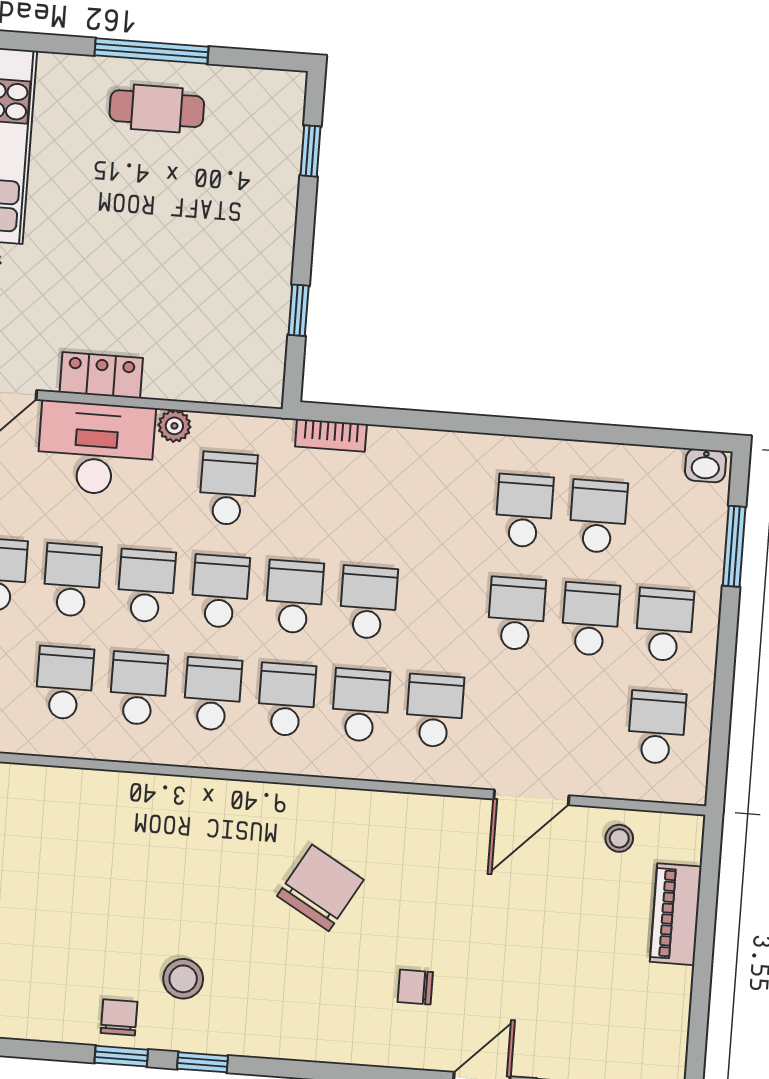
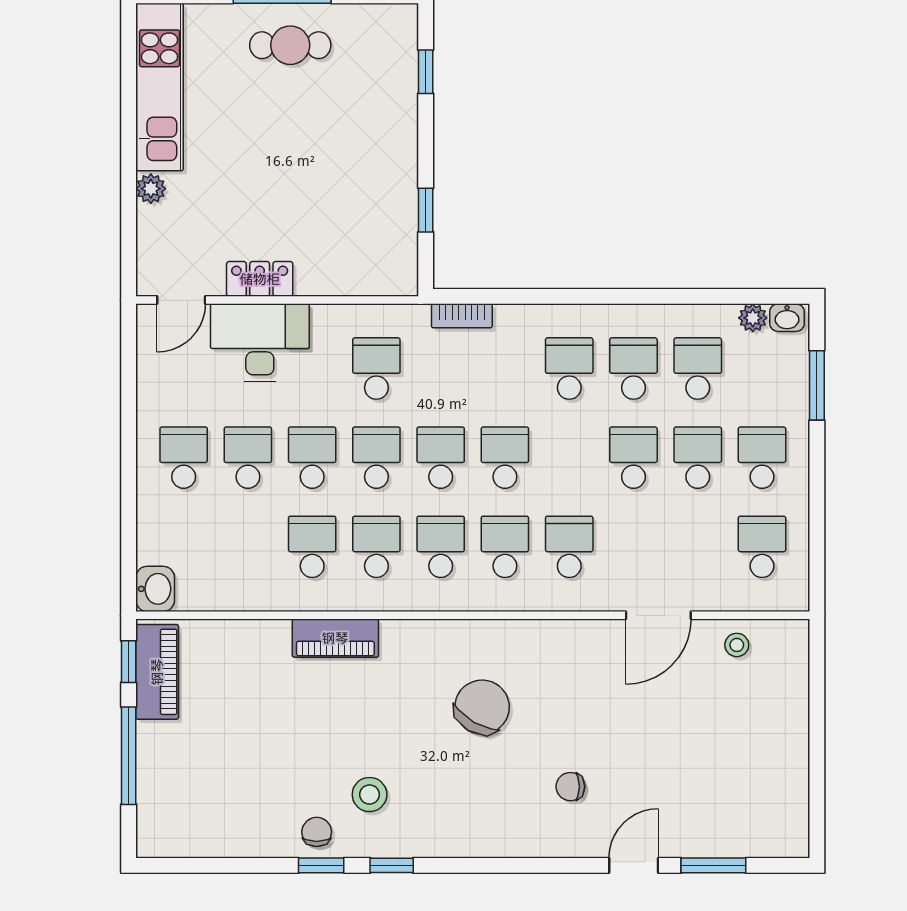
plant: (174, 426) -> (753, 318), moved
school desk: (64, 683) -> (569, 369), moved
piano: (676, 914) -> (335, 638), moved, turned -90

